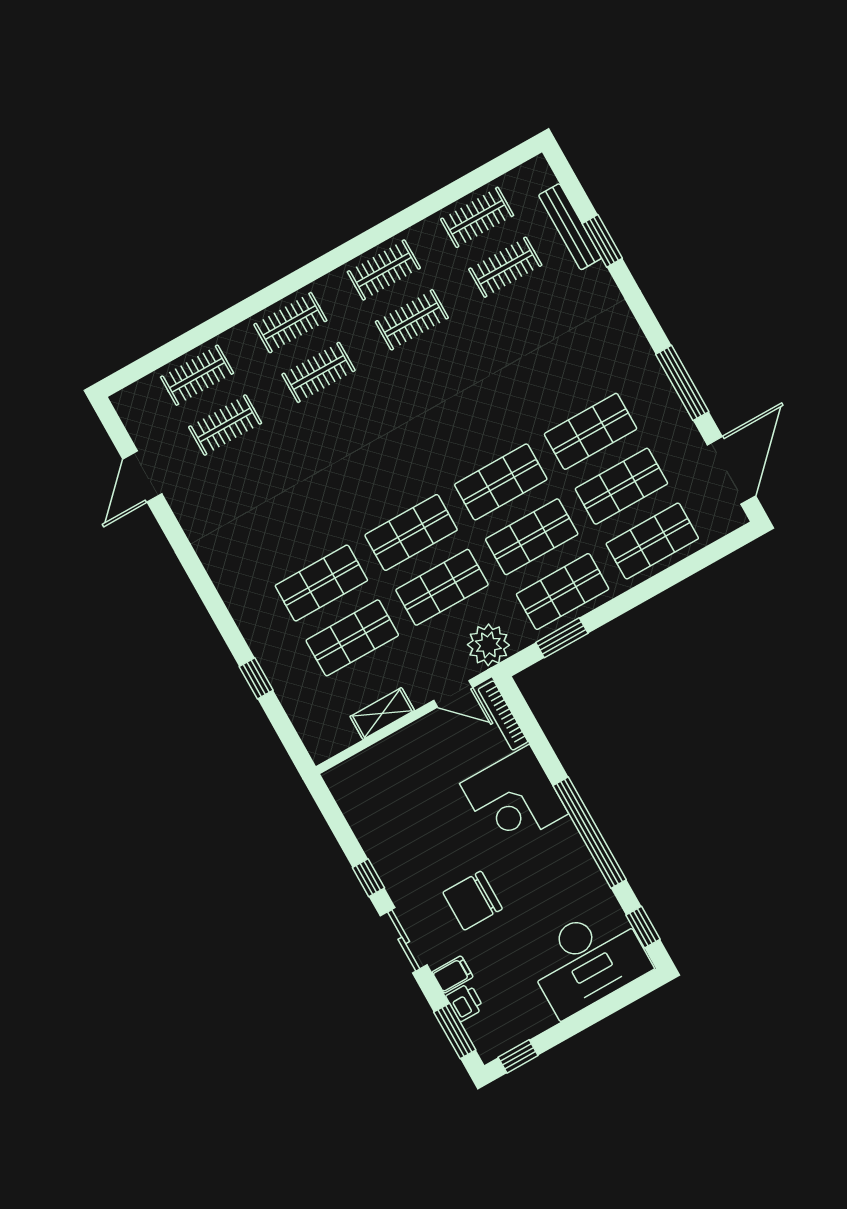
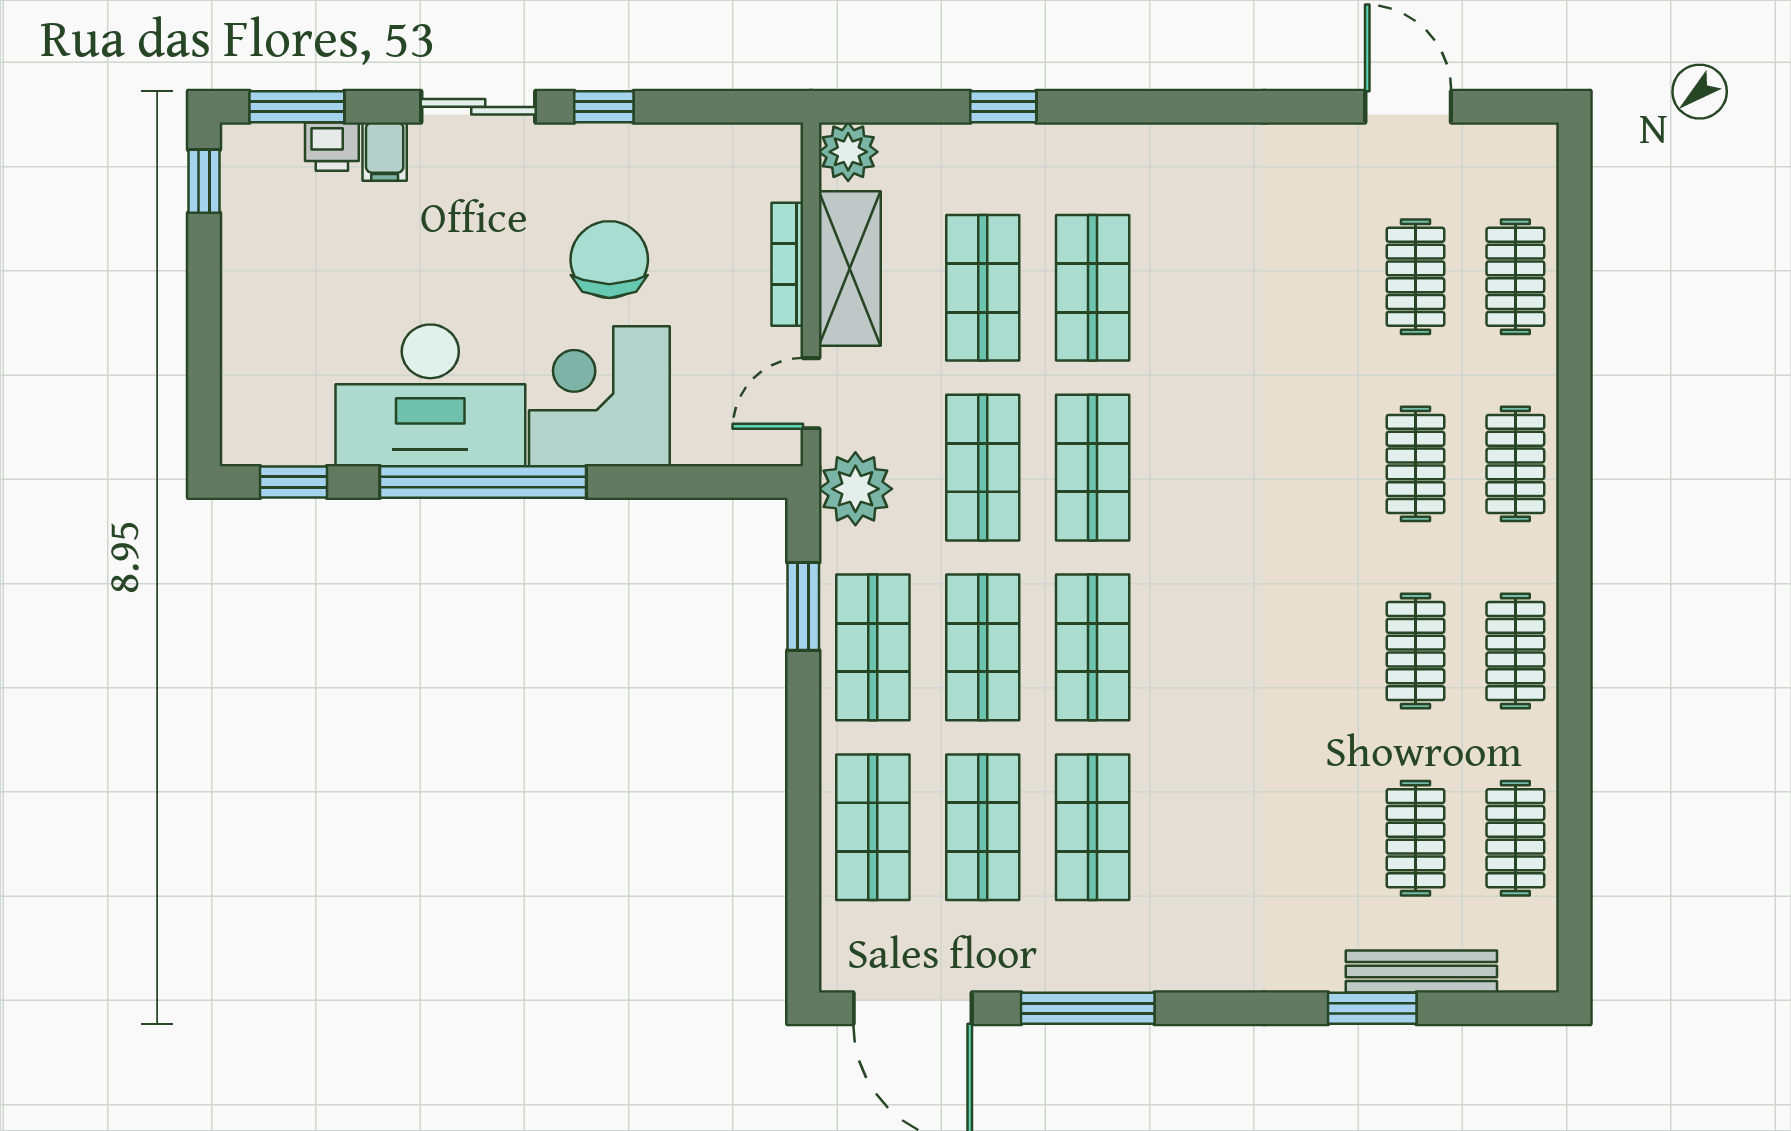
shelving: (382, 713) -> (850, 268), width x1.50, depth x1.33
bookcase: (503, 716) -> (787, 264), moved, turned -90
plant: (322, 743) -> (848, 152), added
chair: (473, 901) -> (609, 260), moved
desk: (588, 960) -> (430, 395), moved, turned -90

